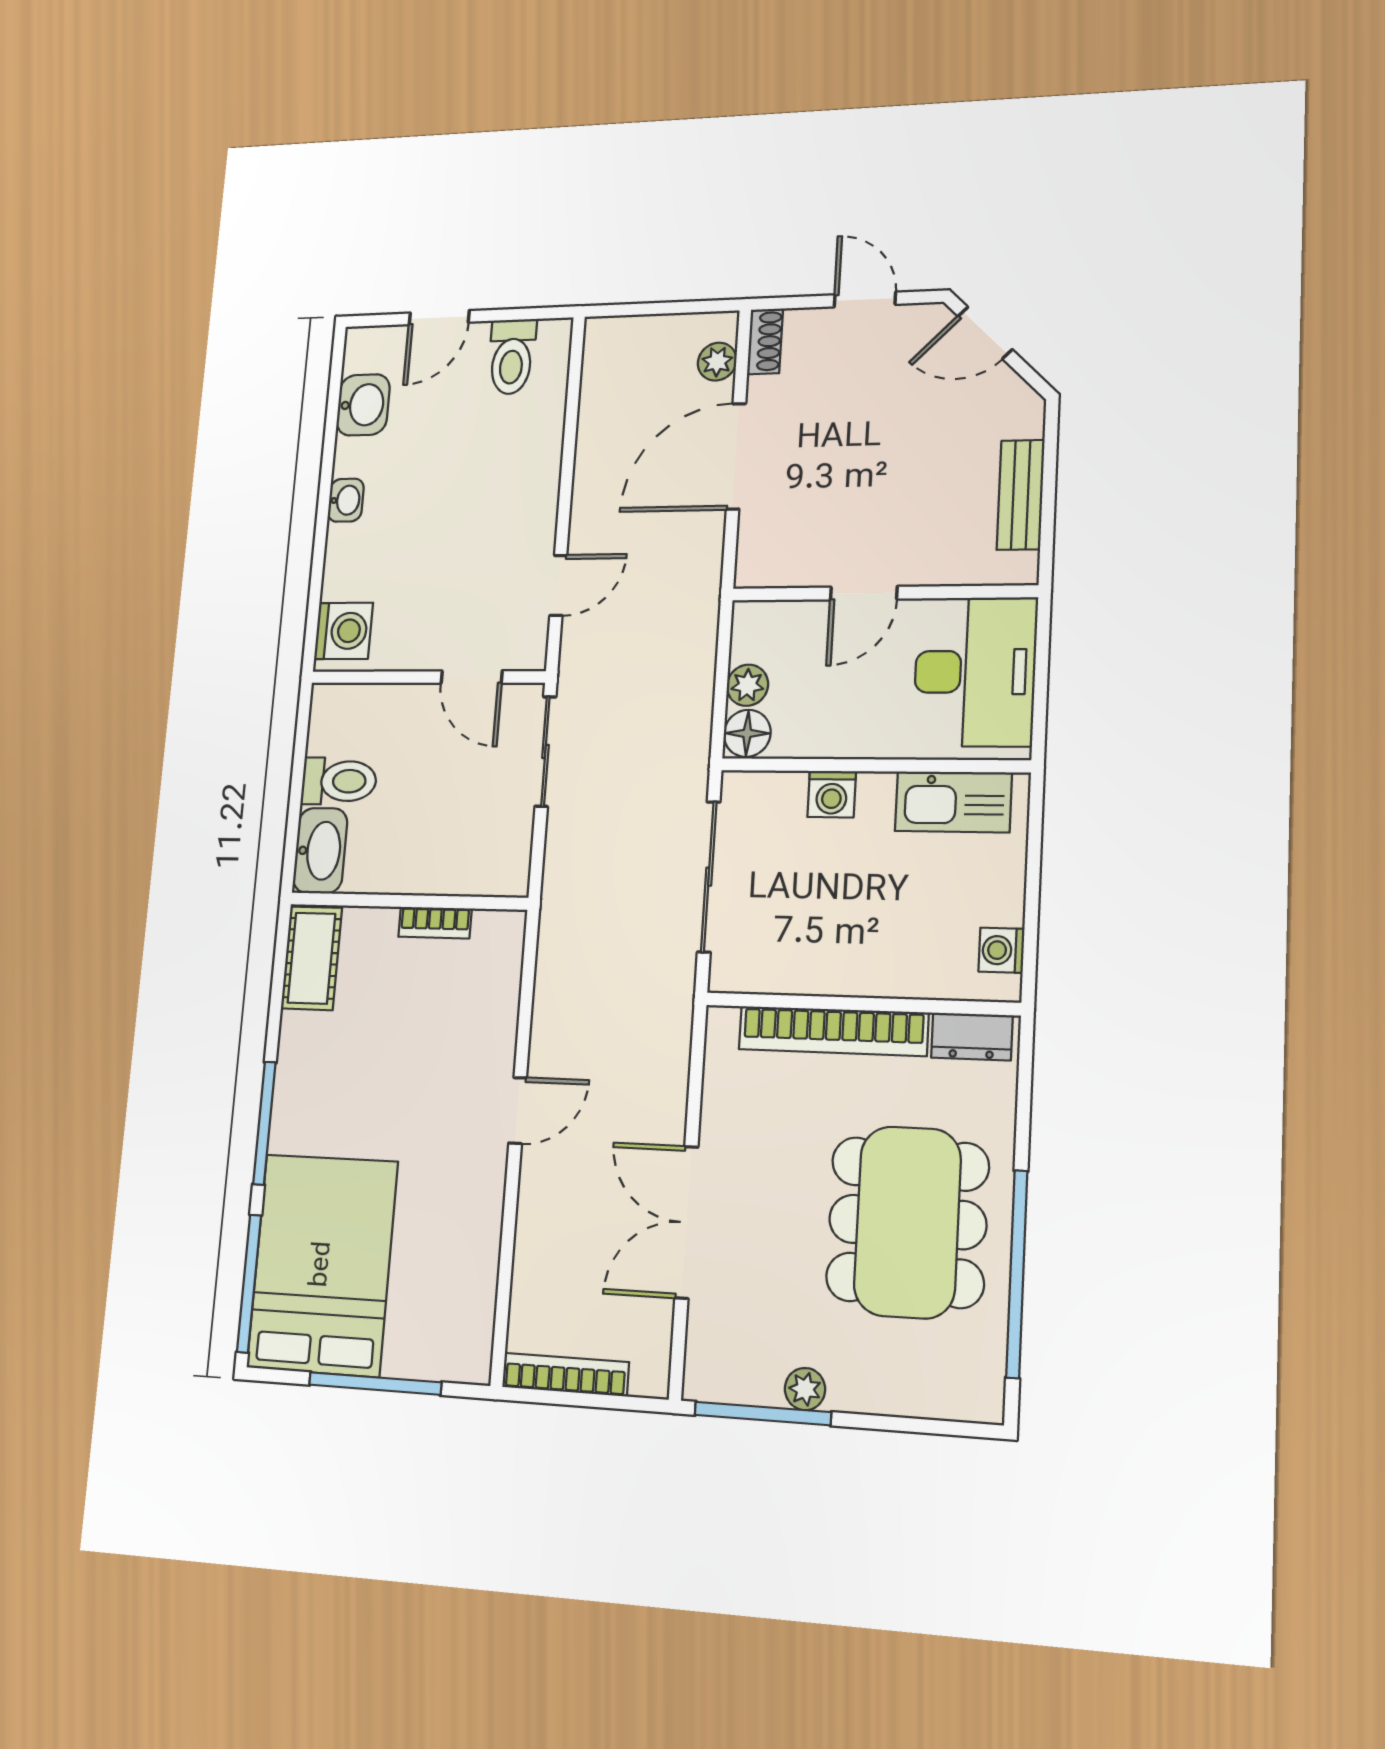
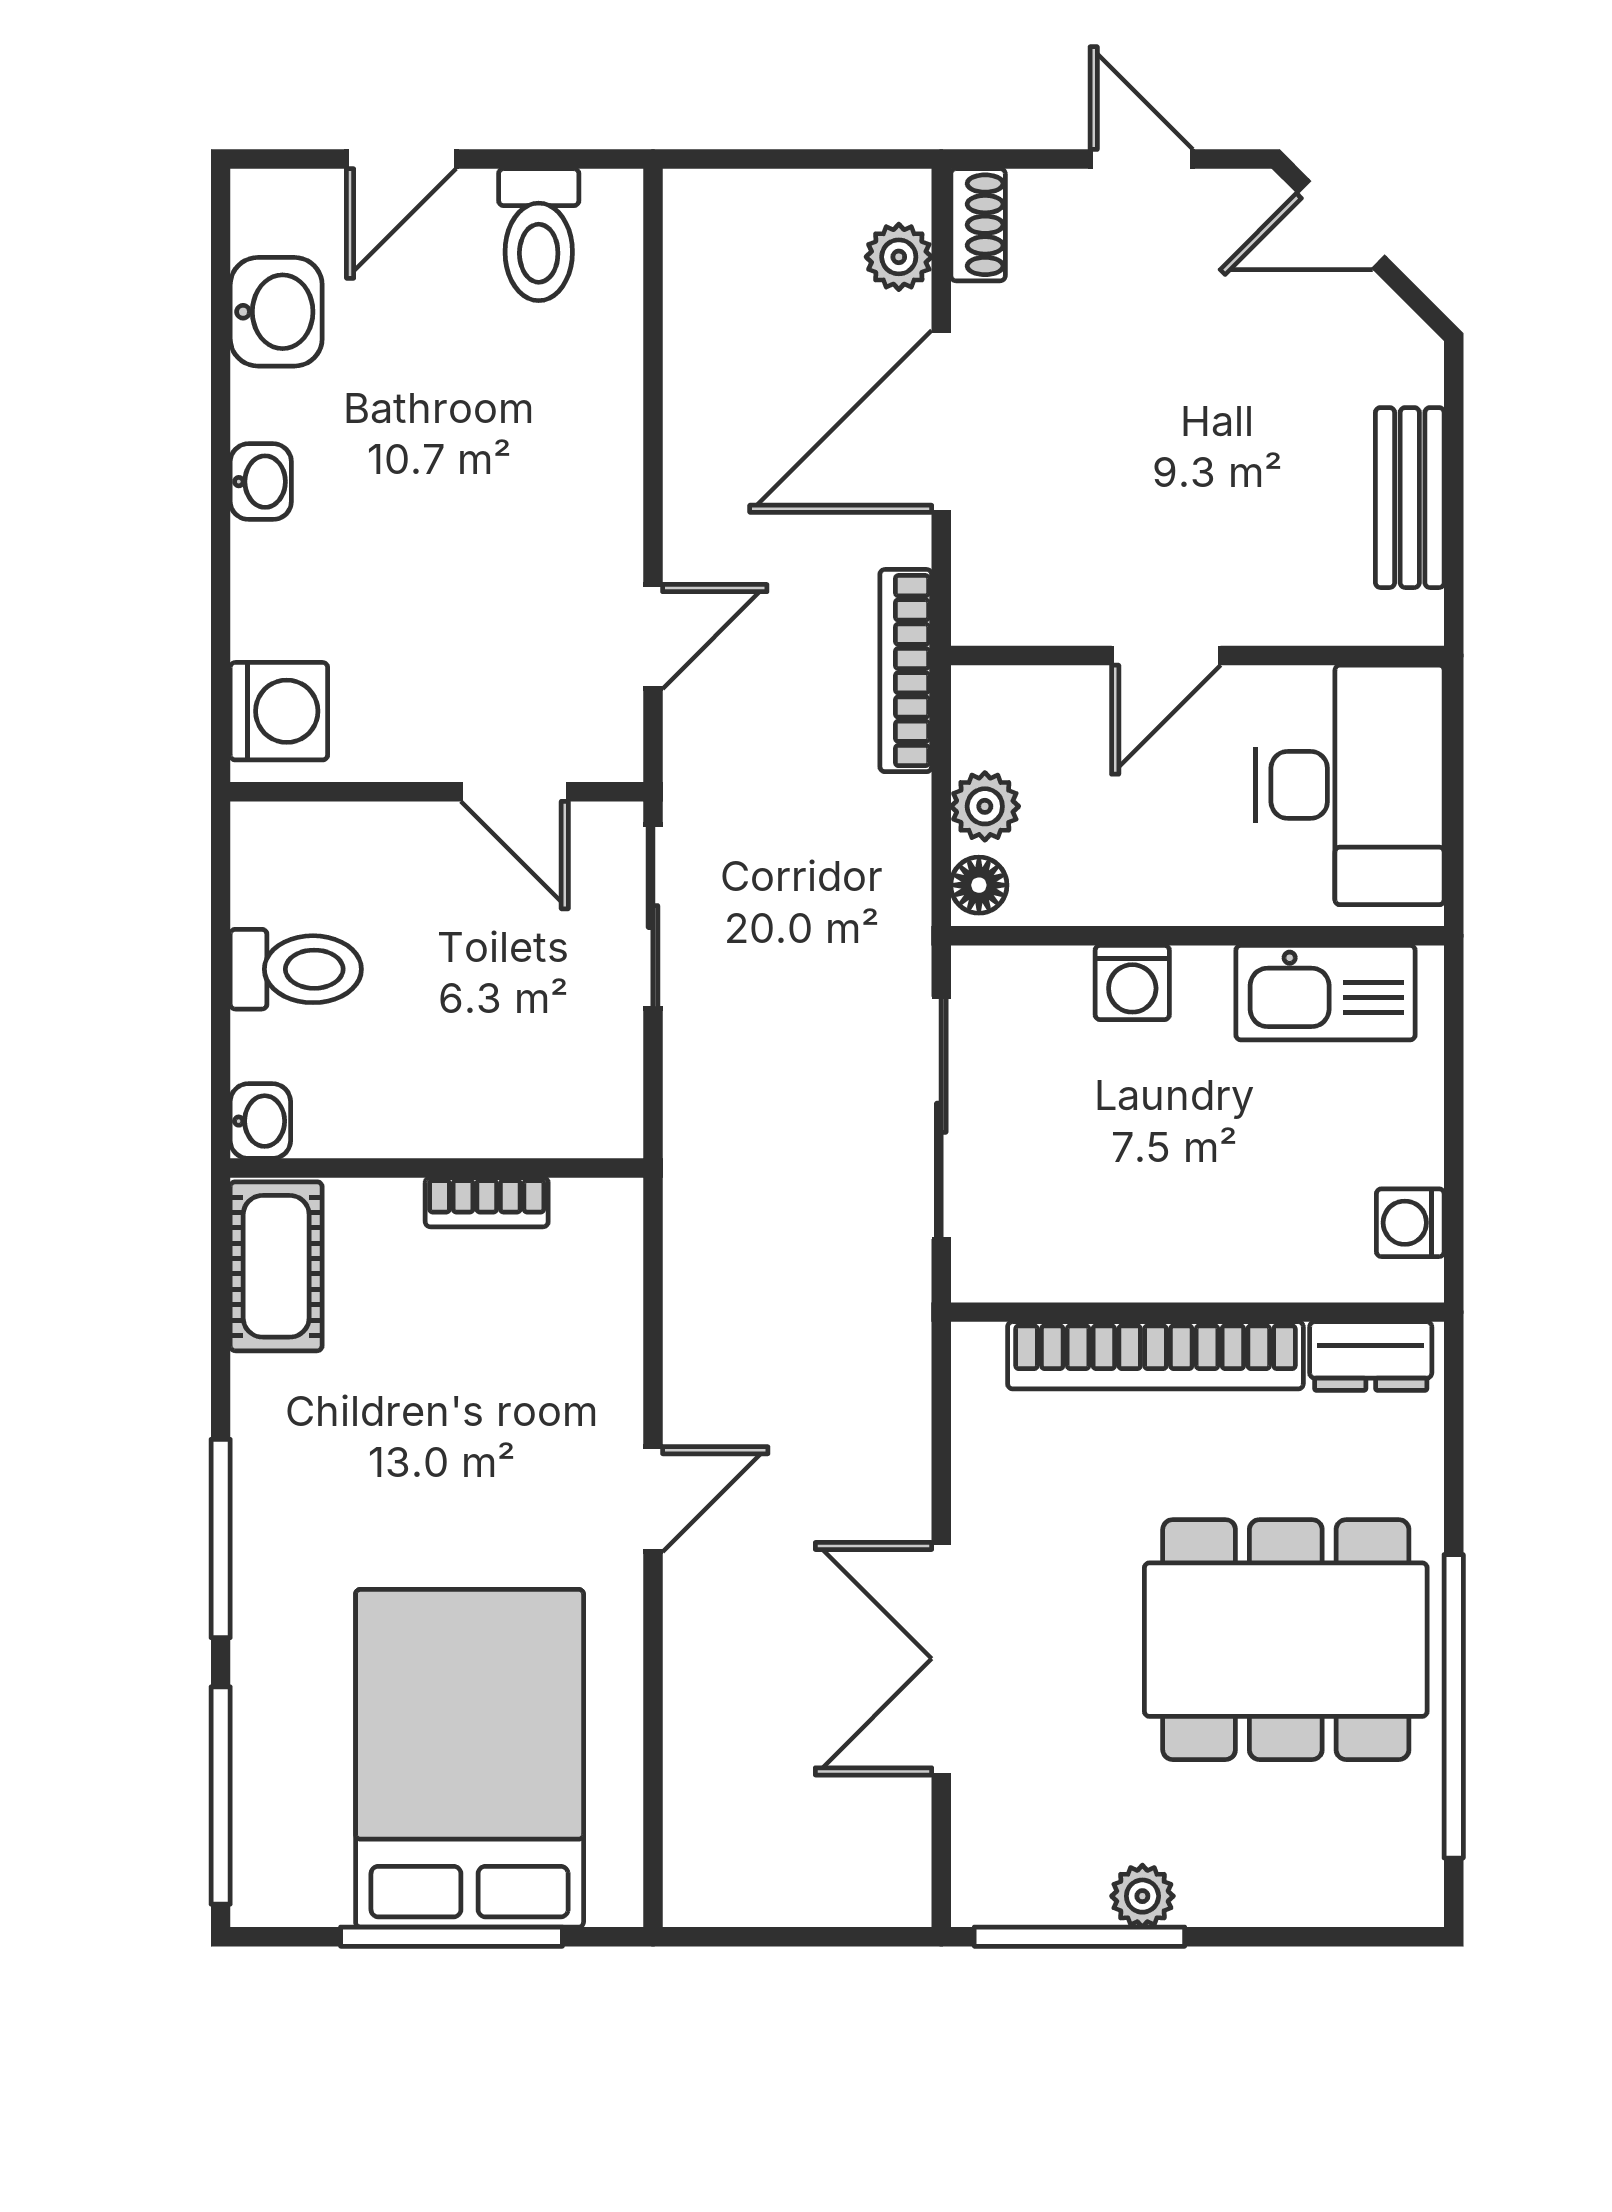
floor lamp: (747, 733) -> (979, 885), width x0.73, depth x0.73
washbasin: (320, 851) -> (260, 1121), width x0.52, depth x0.69
dining table: (907, 1222) -> (1286, 1640), turned 90
bed: (322, 1264) -> (470, 1758), moved
bookcase: (565, 1375) -> (906, 671), moved, turned -90

